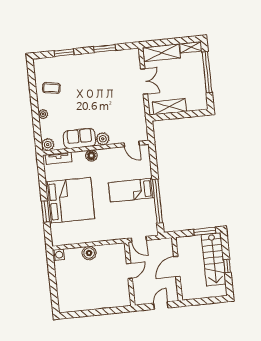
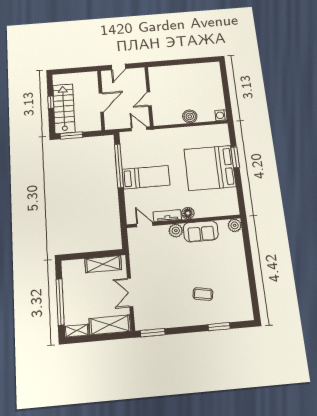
window: (105, 49) -> (153, 333), moved
coffee table: (51, 88) -> (203, 294), moved
plant: (43, 114) -> (241, 258), removed
tv unit: (59, 158) -> (167, 216), moved

